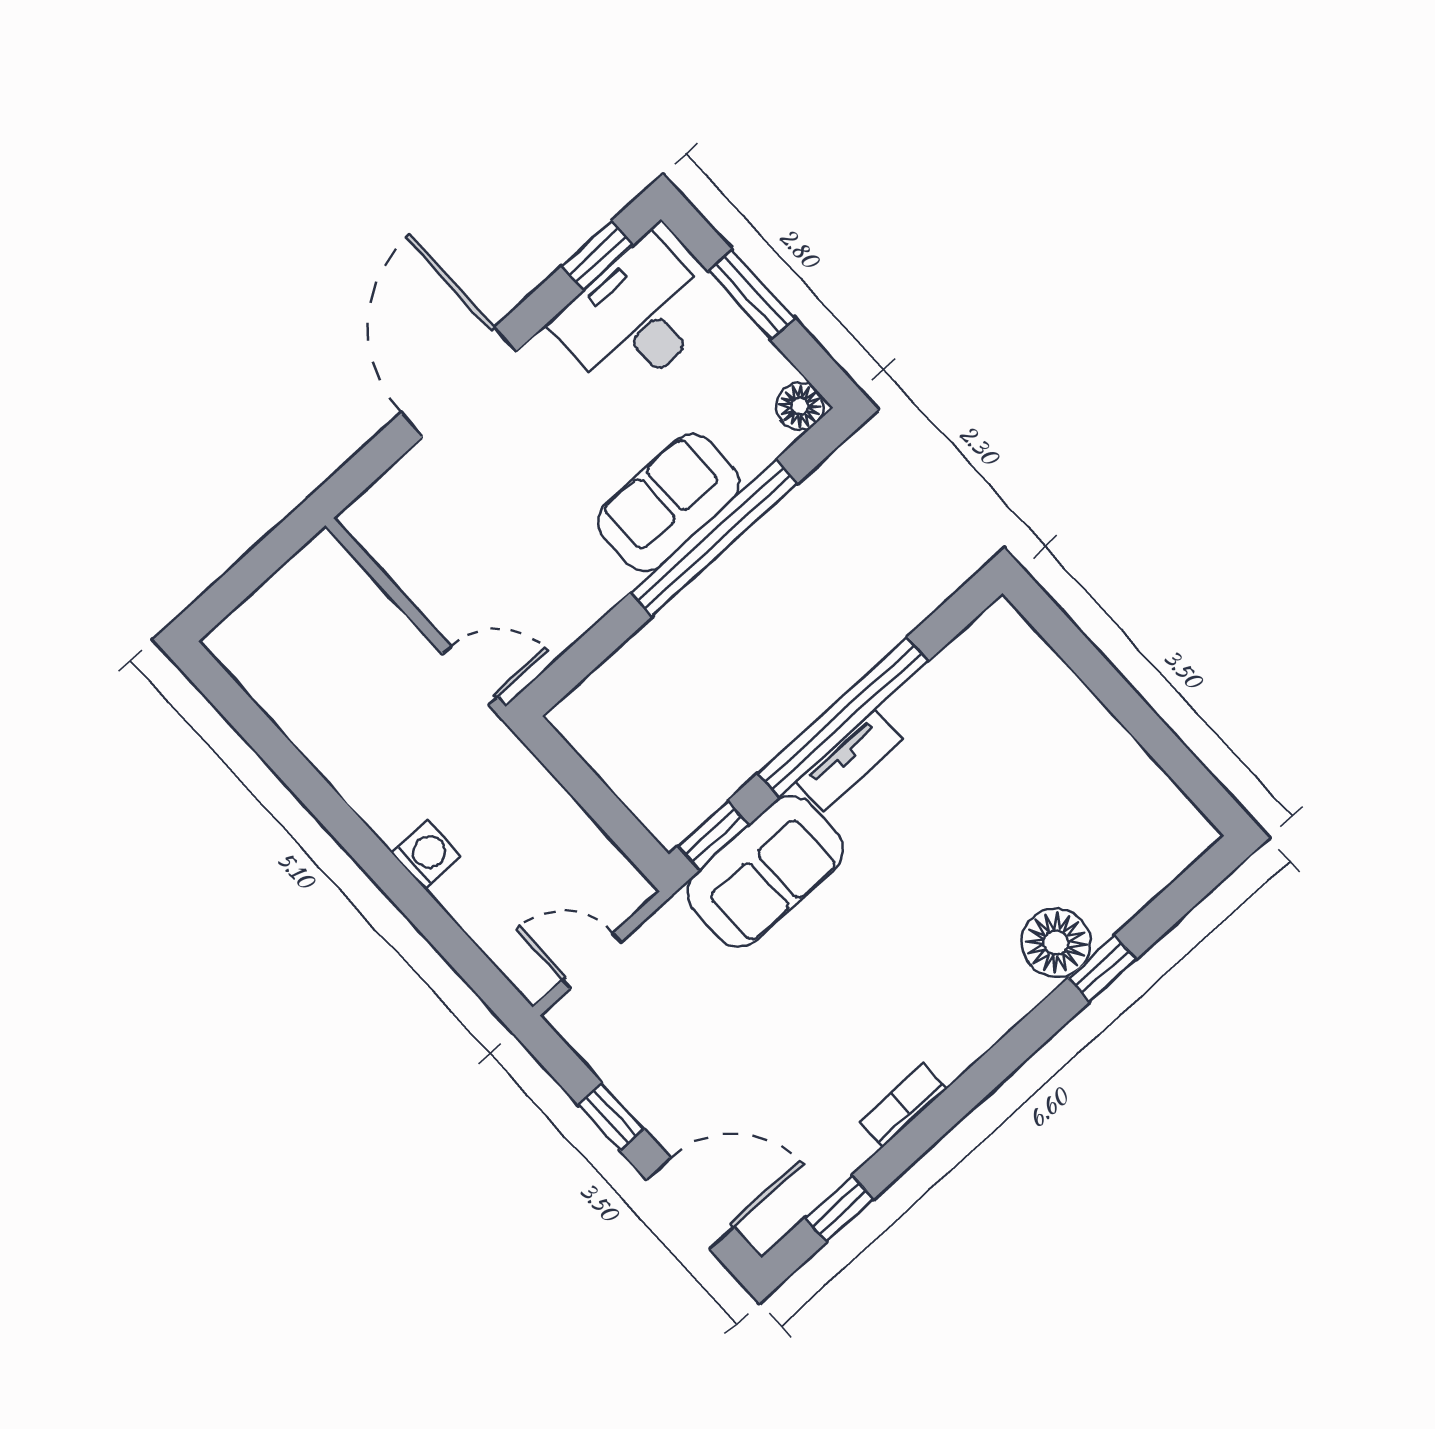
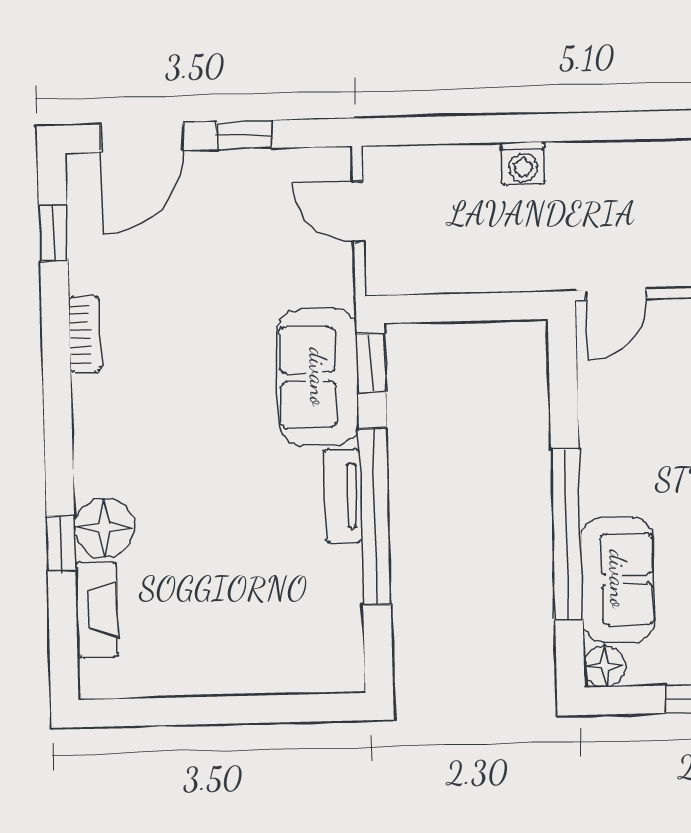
sofa: (668, 502) -> (618, 579), moved
fireplace: (1133, 888) -> (97, 610), added
door: (592, 961) -> (358, 212), swing flipped

